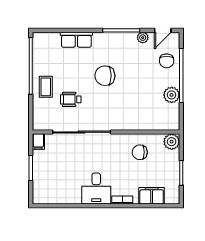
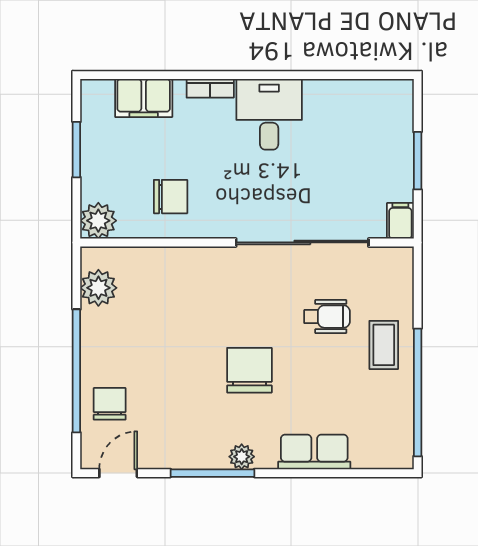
plant: (143, 38) -> (242, 457), moved
chair: (105, 76) -> (249, 370), turned -90
plant: (172, 95) -> (98, 288), moved

